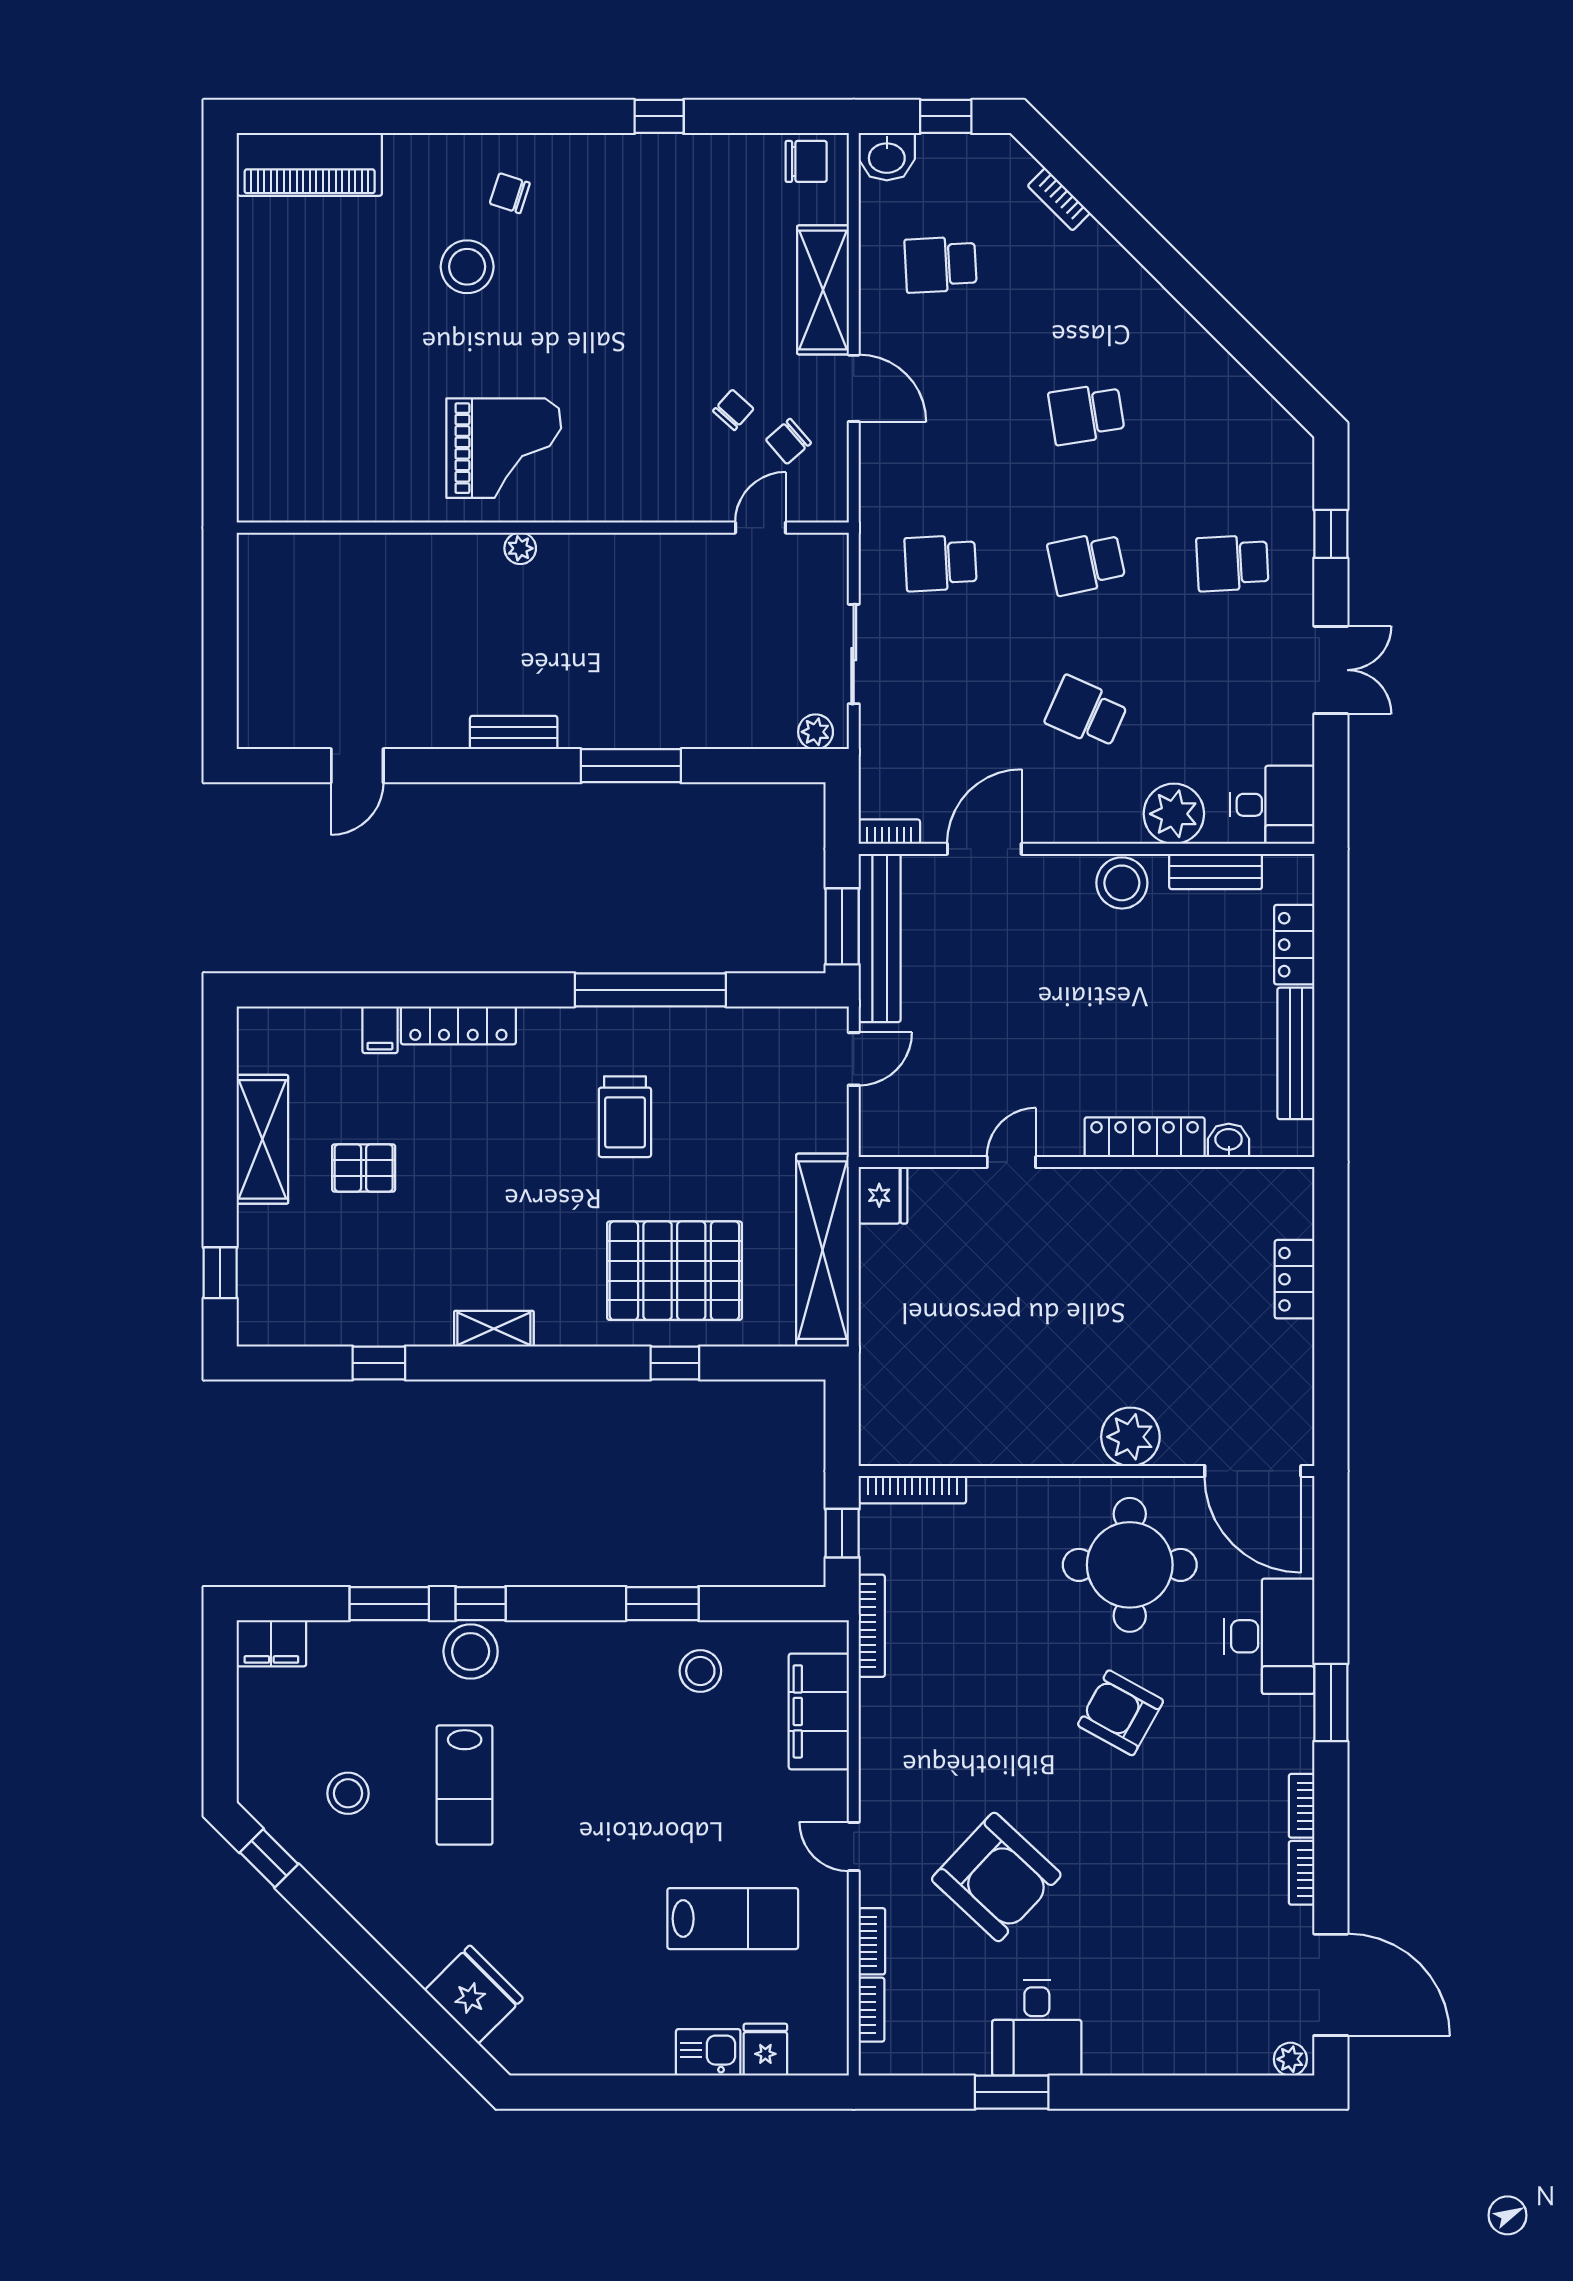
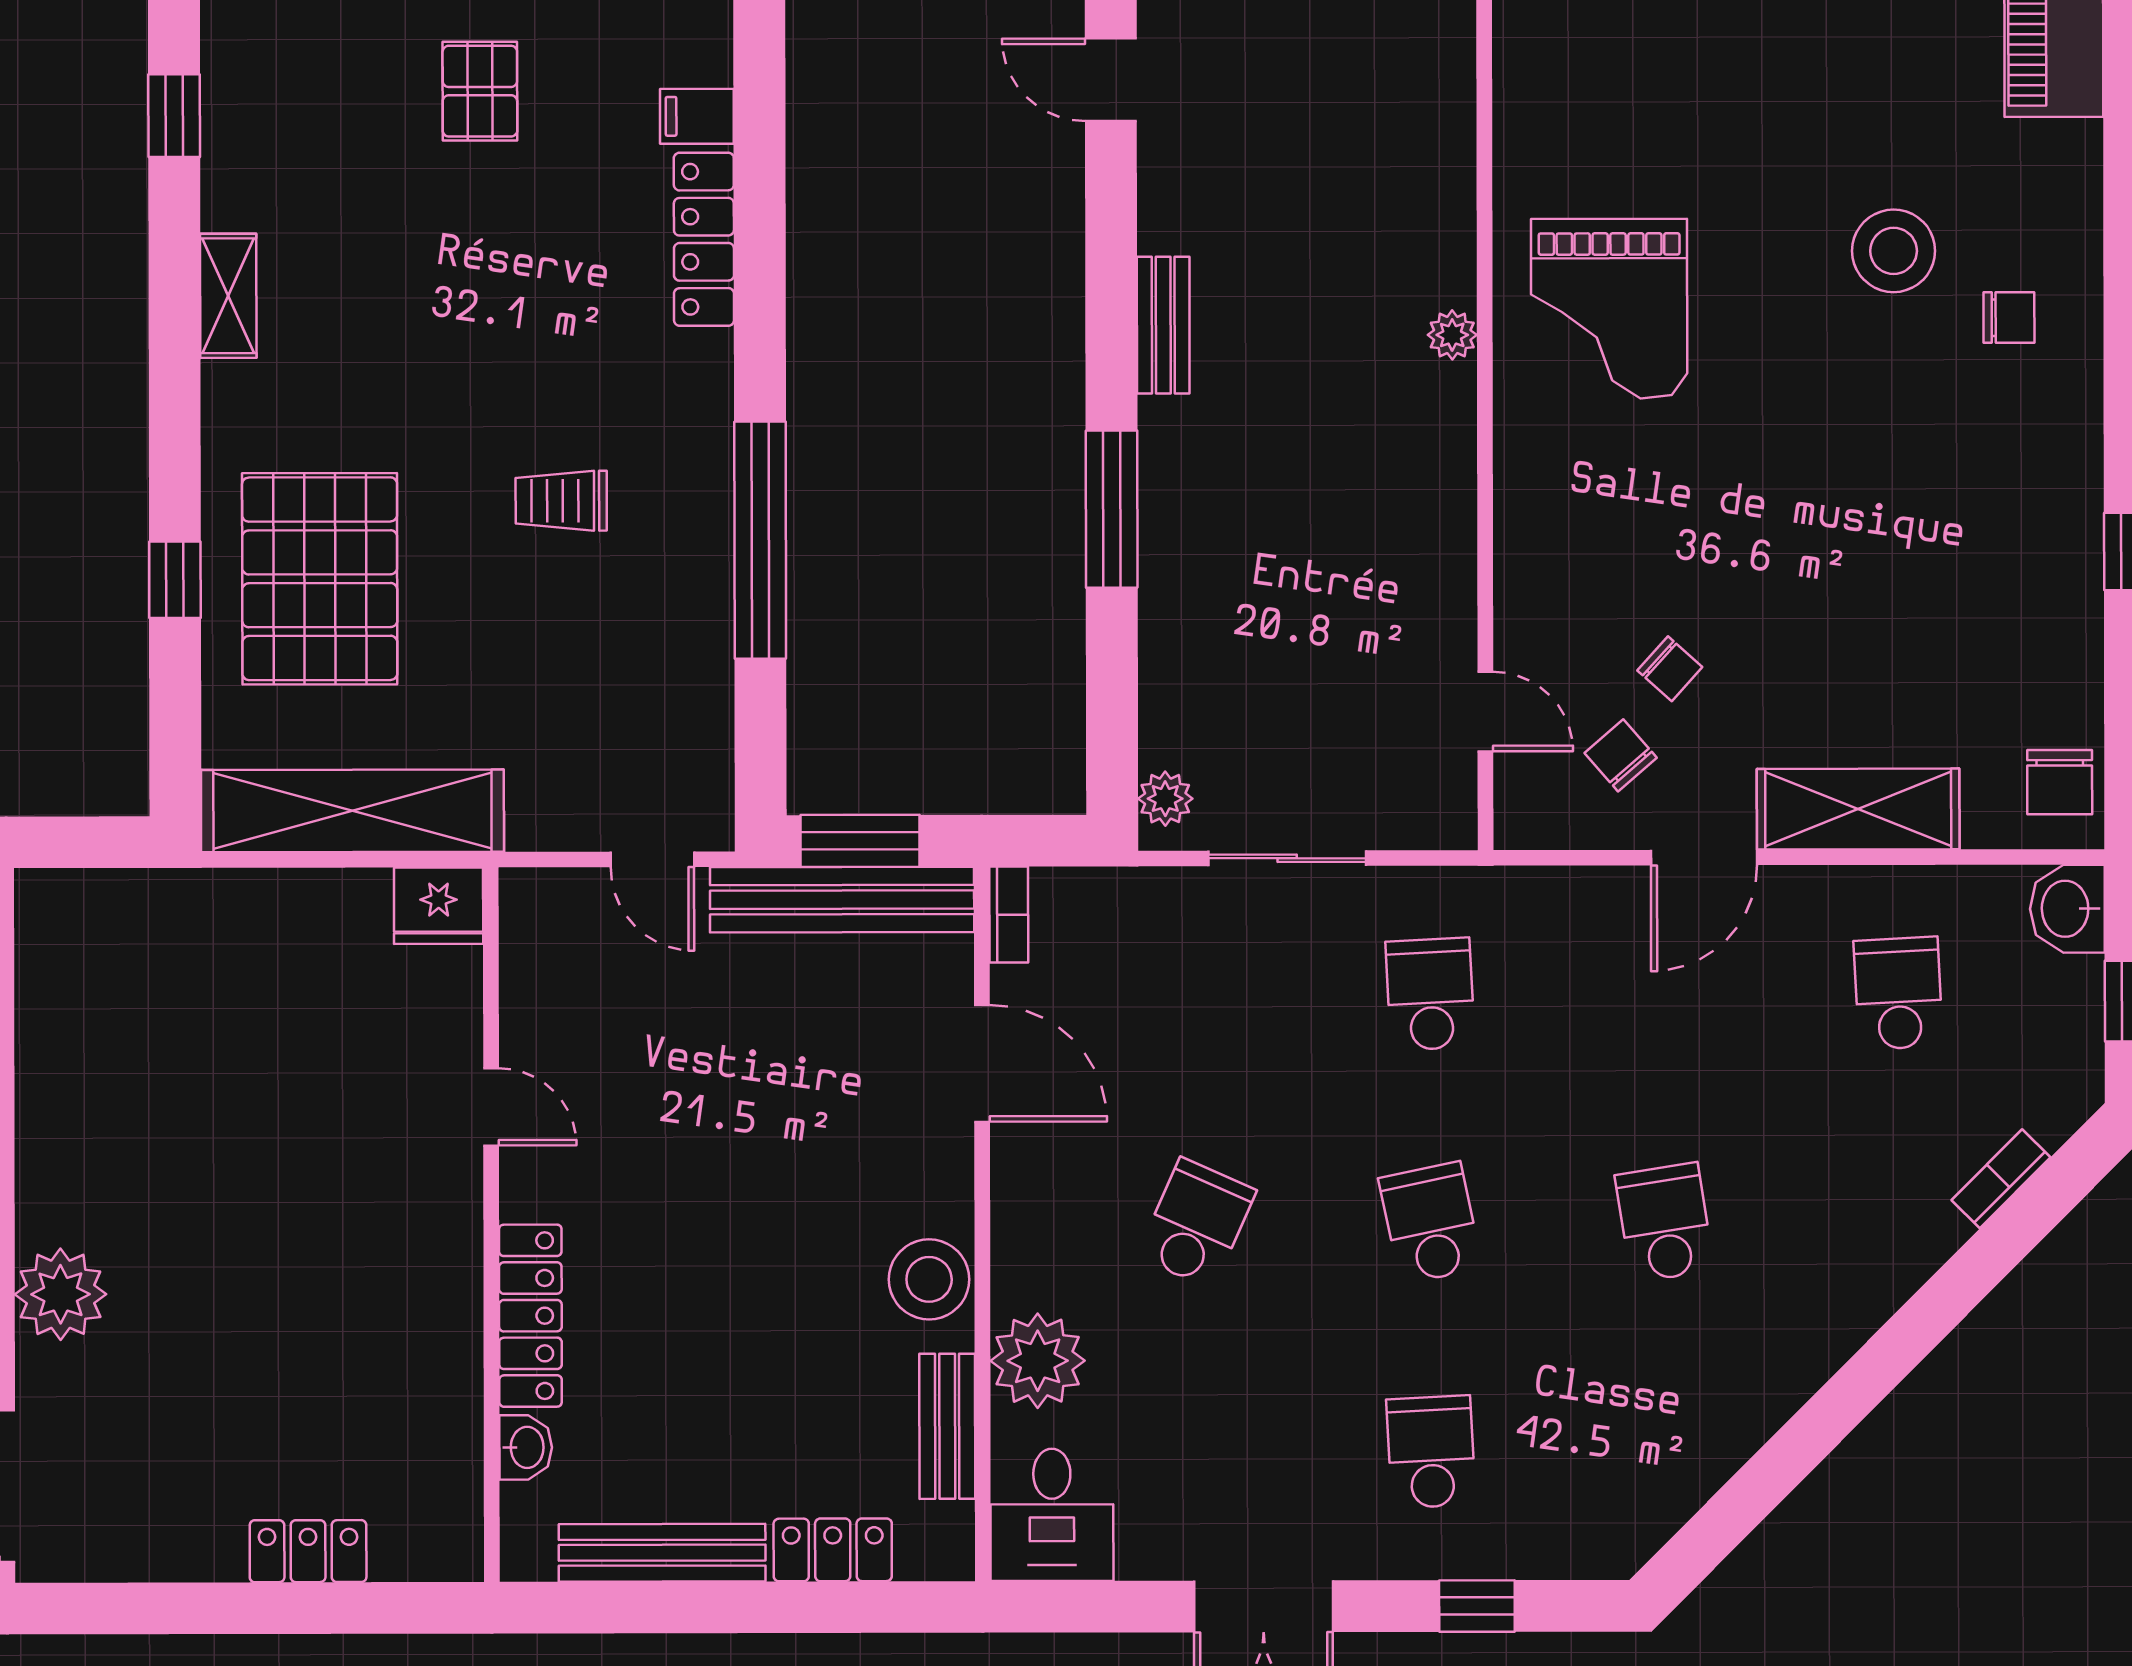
chair: (510, 193) -> (2009, 318), turned 72
trolley: (625, 1117) -> (561, 501), width x0.73, depth x0.72

